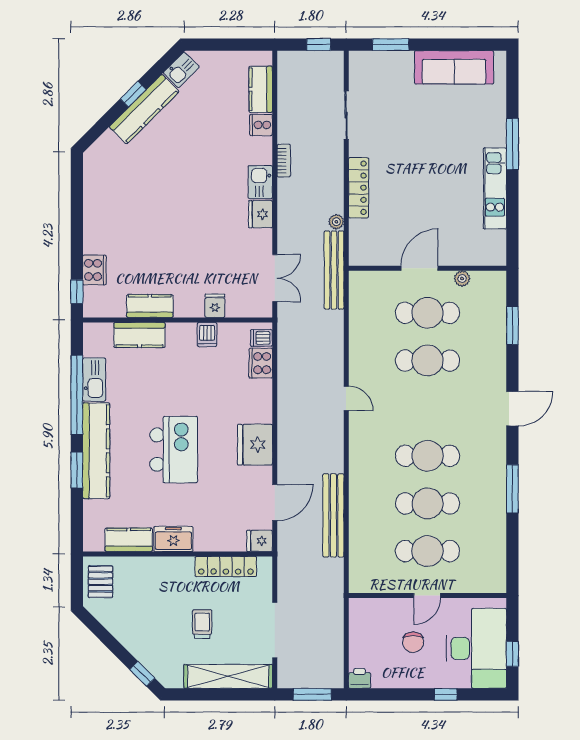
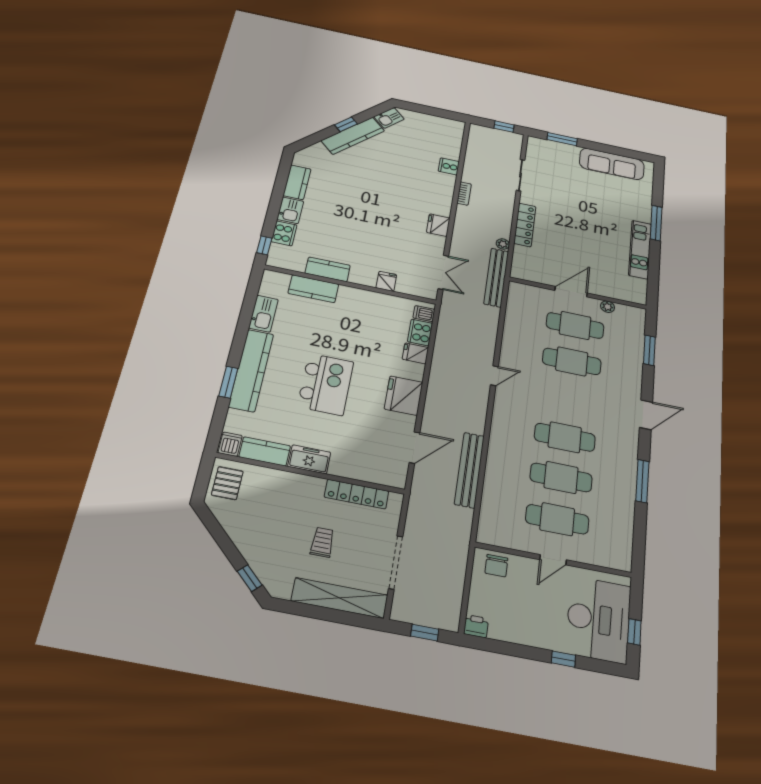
kitchen counter: (261, 89) -> (297, 182), moved, turned 180
kitchen sink: (260, 182) -> (290, 210), moved, turned 180
dishwasher: (207, 335) -> (230, 444), moved, turned 180
window: (77, 395) -> (244, 322), removed
door: (346, 398) -> (494, 376), hinge flipped
fridge: (260, 541) -> (415, 353), moved
chair: (413, 642) -> (496, 566), moved
window: (312, 694) -> (425, 633), width x0.67

